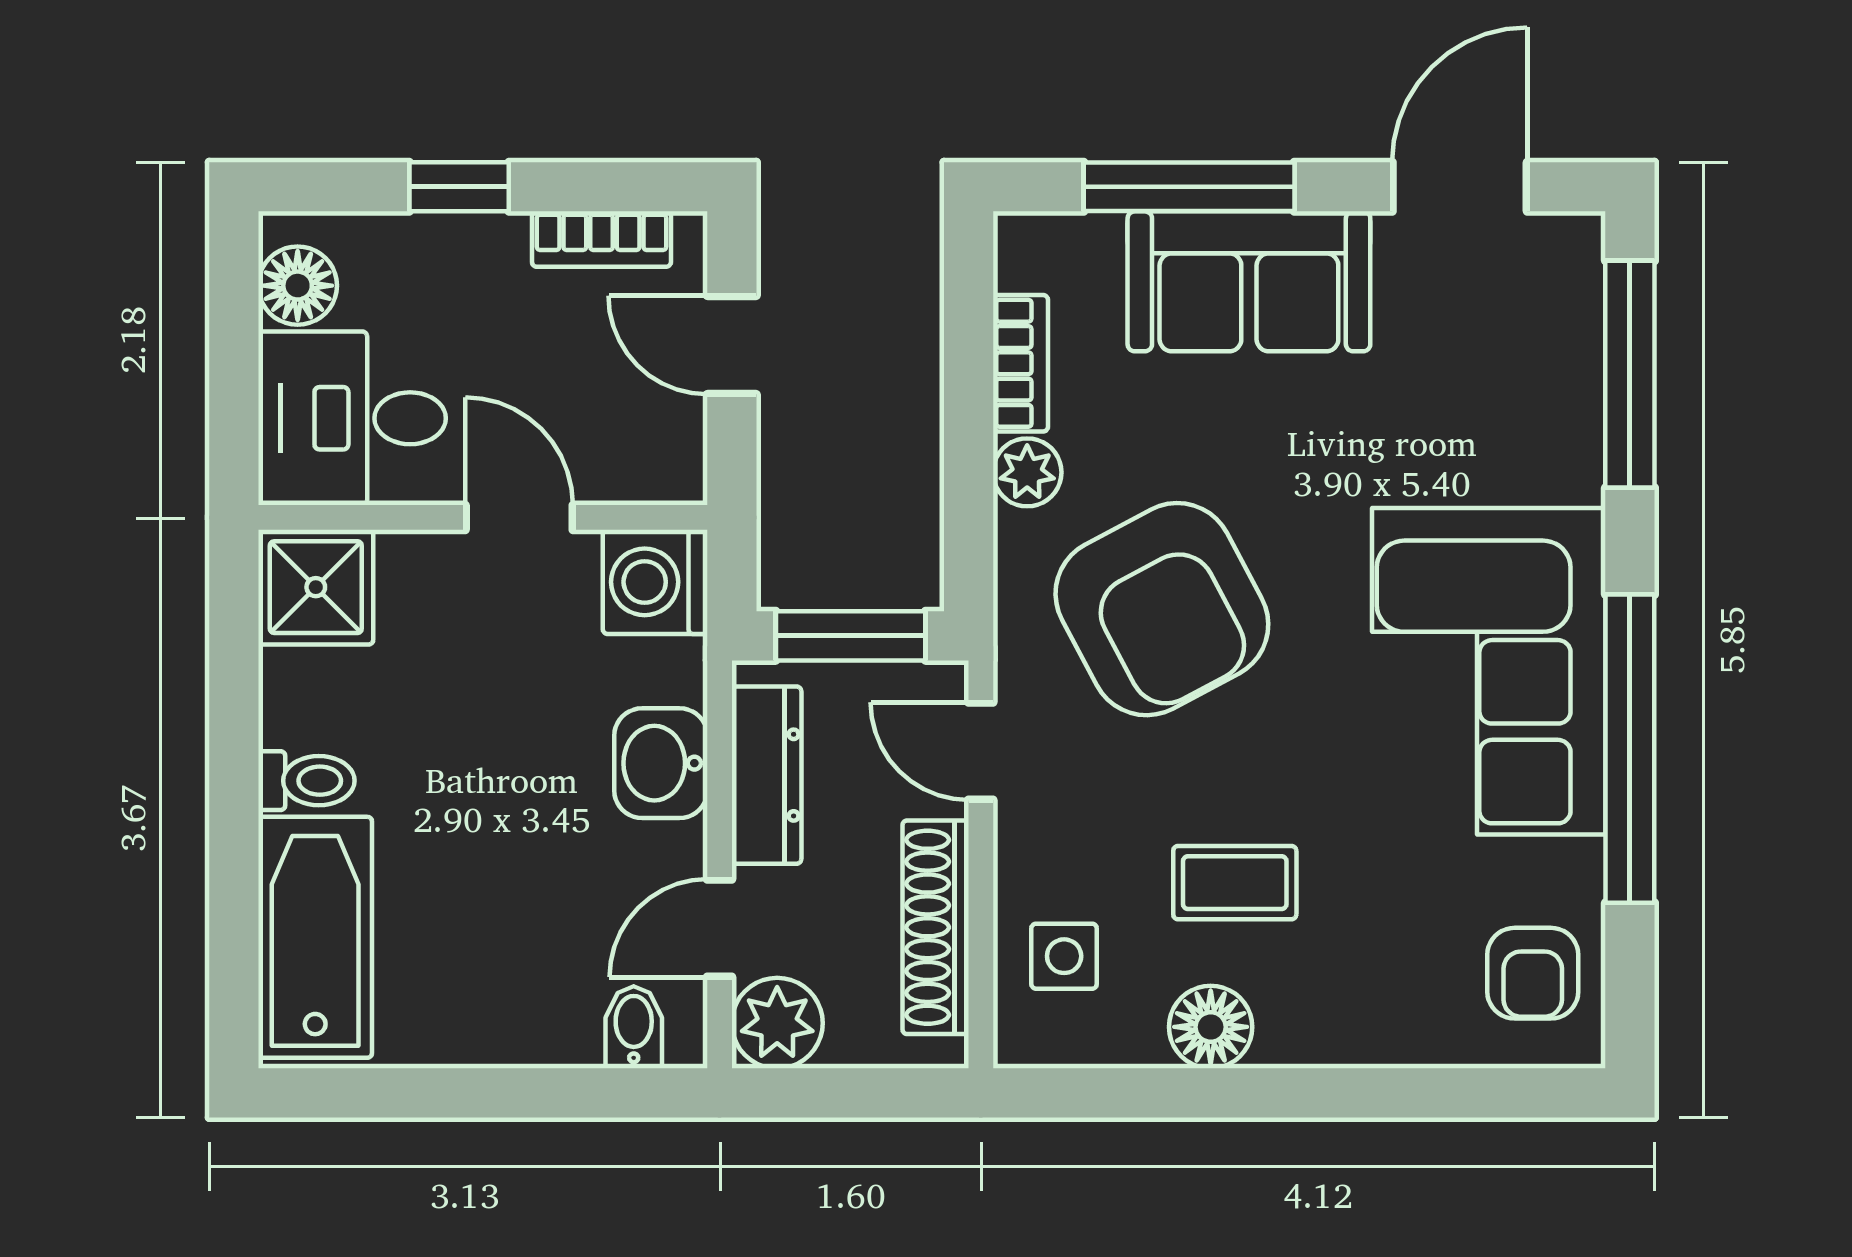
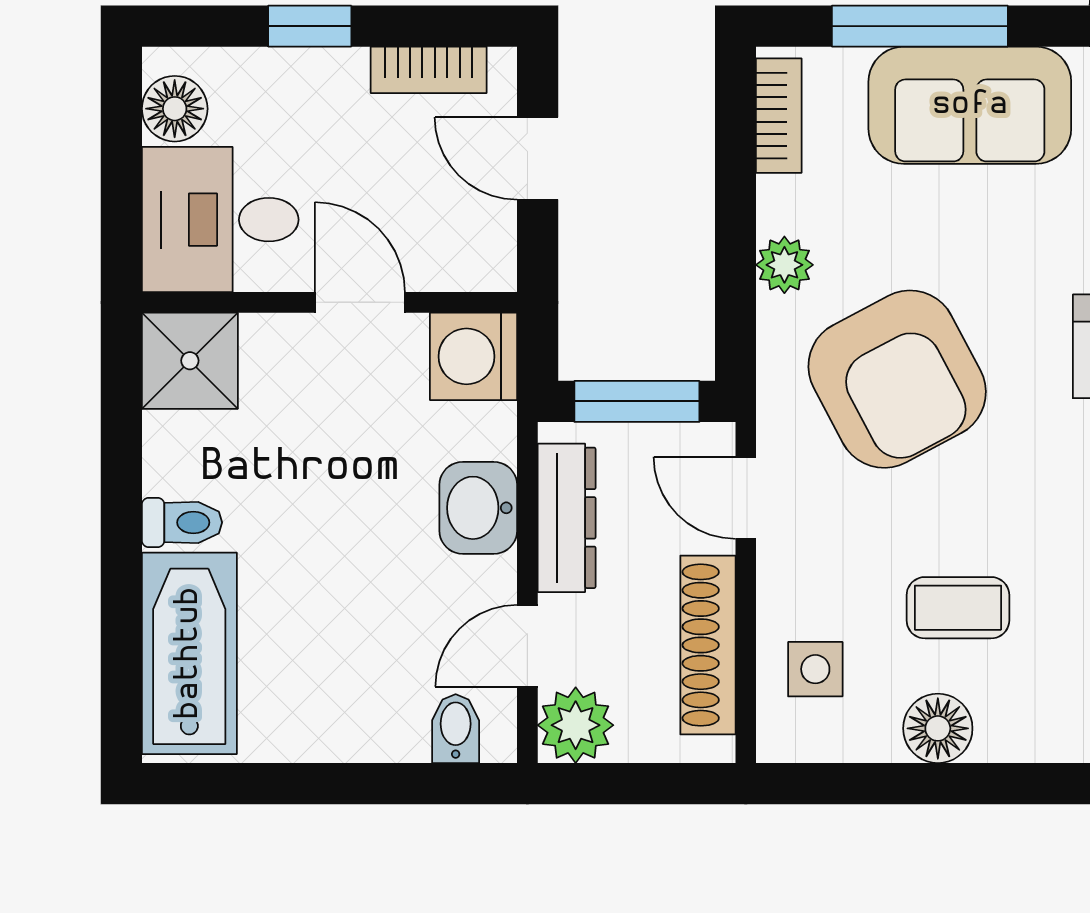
bookcase: (1020, 363) -> (779, 116), moved

